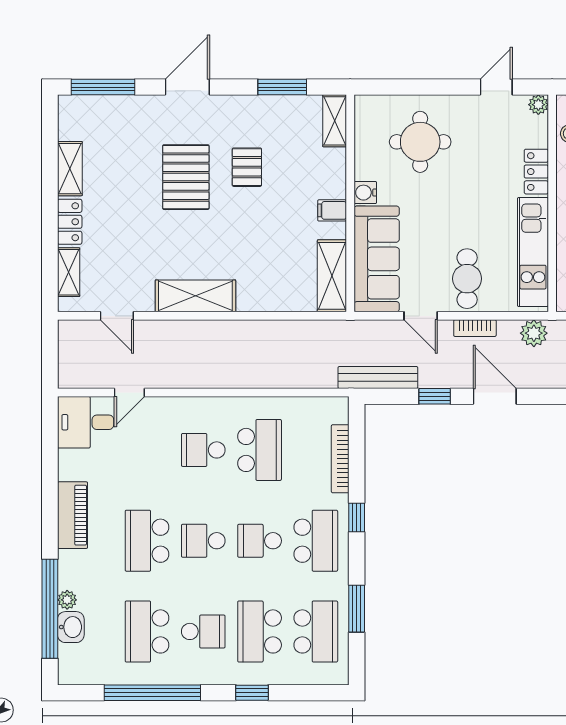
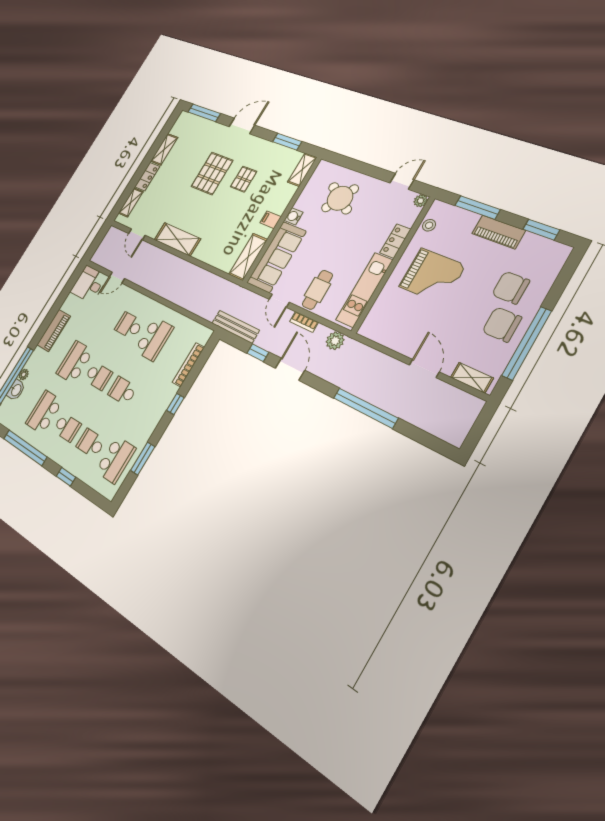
round table: (420, 142) -> (340, 198), turned 32
school desk: (203, 541) -> (98, 376), turned 180
school desk: (316, 541) -> (148, 406), removed
school desk: (260, 631) -> (91, 443), width x0.54

